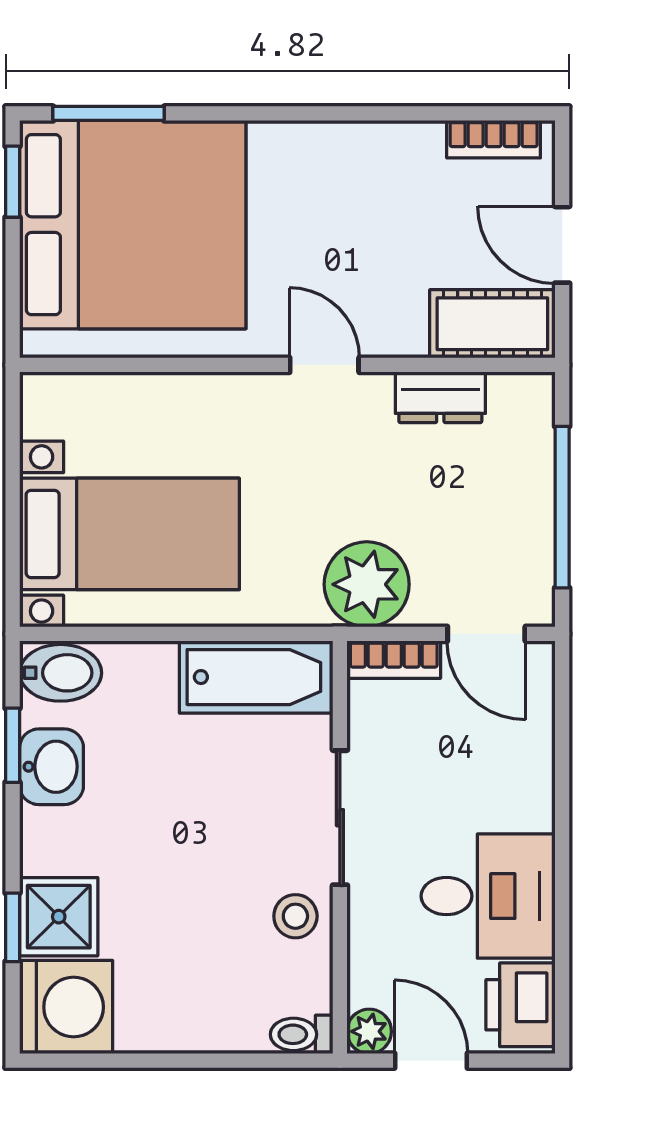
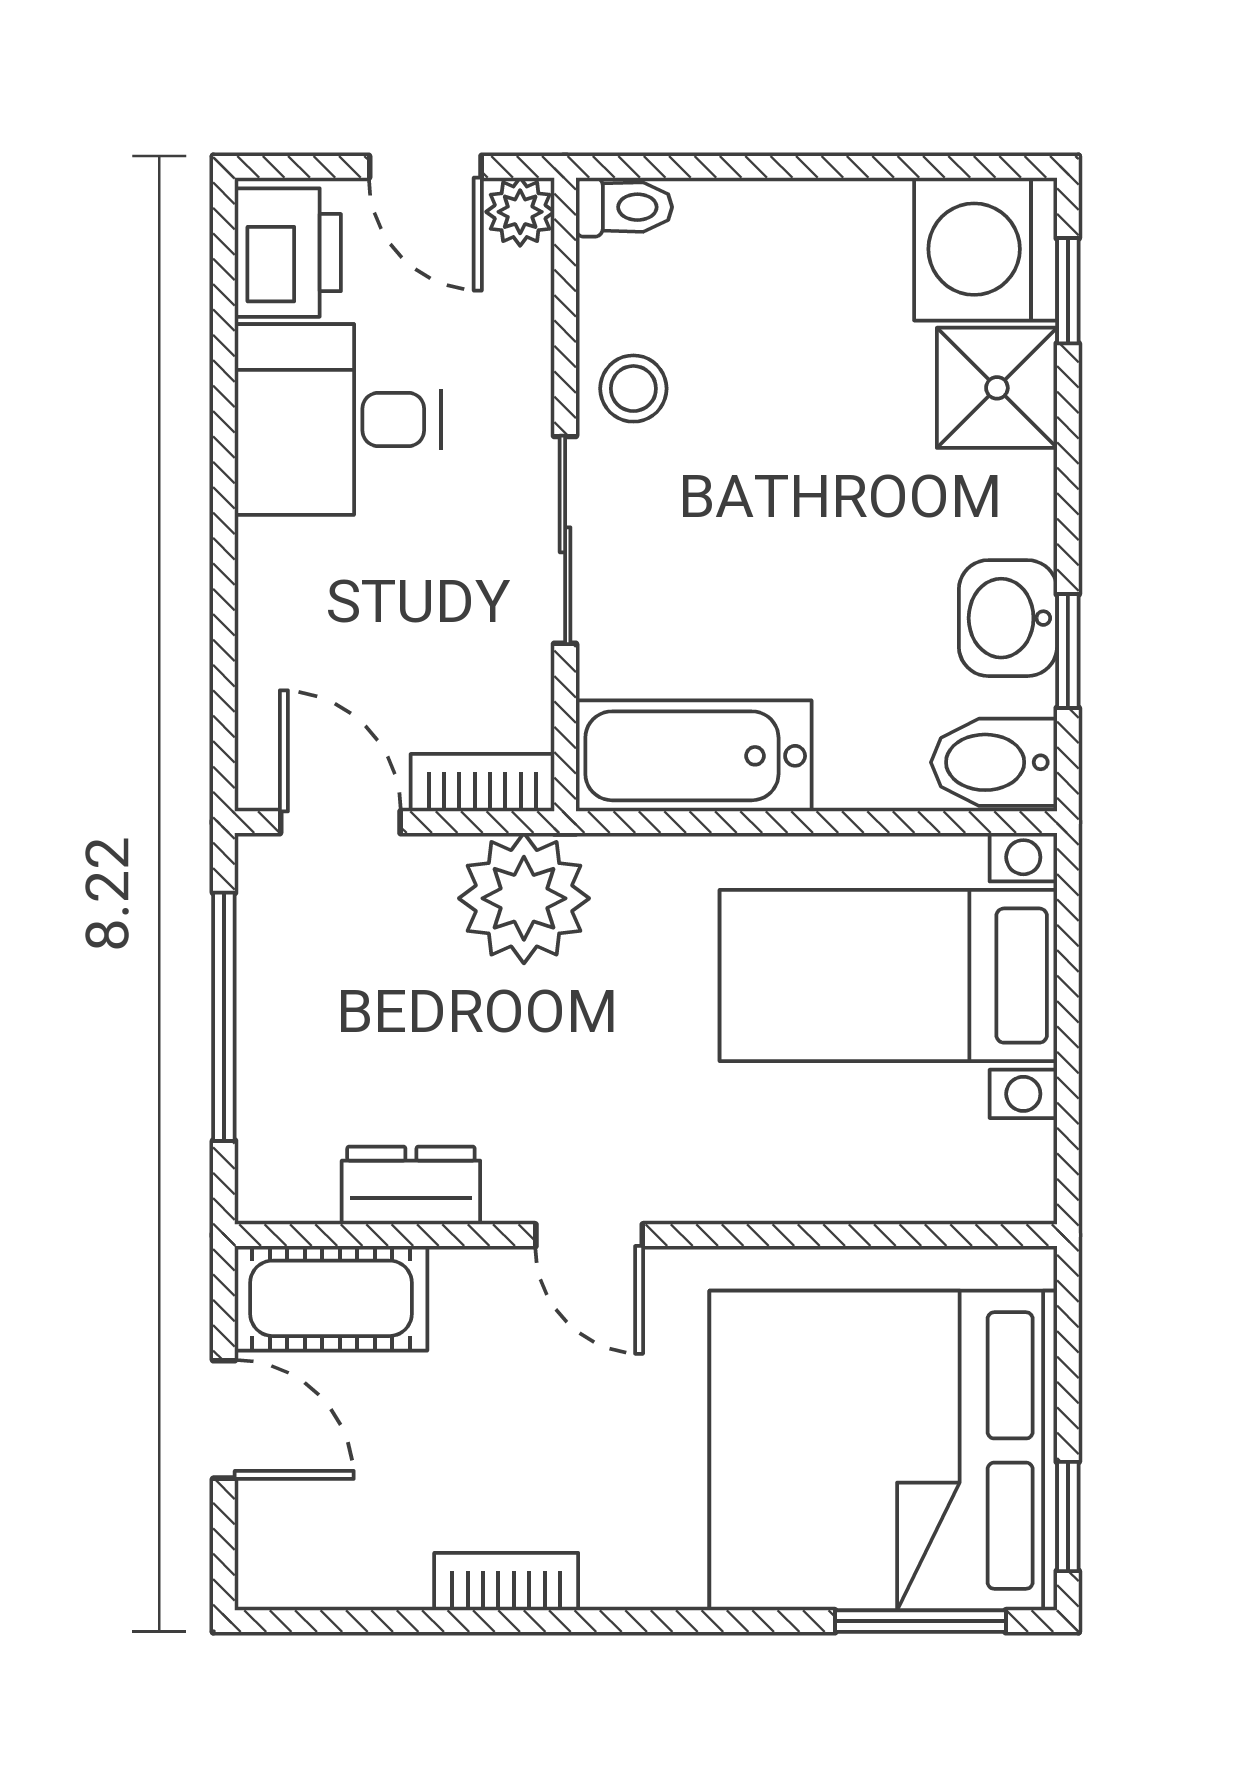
bookcase: (494, 139) -> (506, 1582), moved
window: (13, 927) -> (1068, 291), moved

